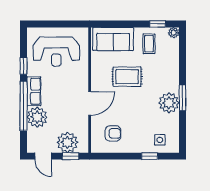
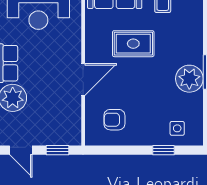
armchair: (113, 133) -> (114, 120), turned 180
plant: (67, 142) -> (53, 132), removed

